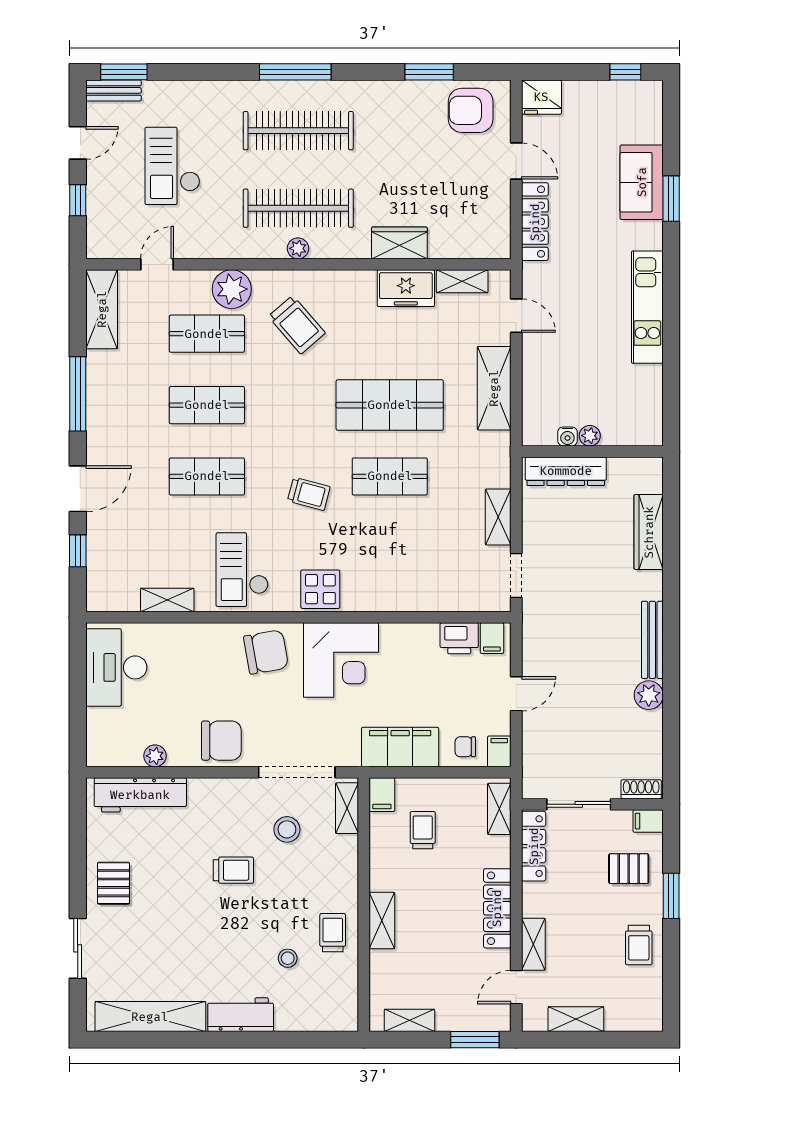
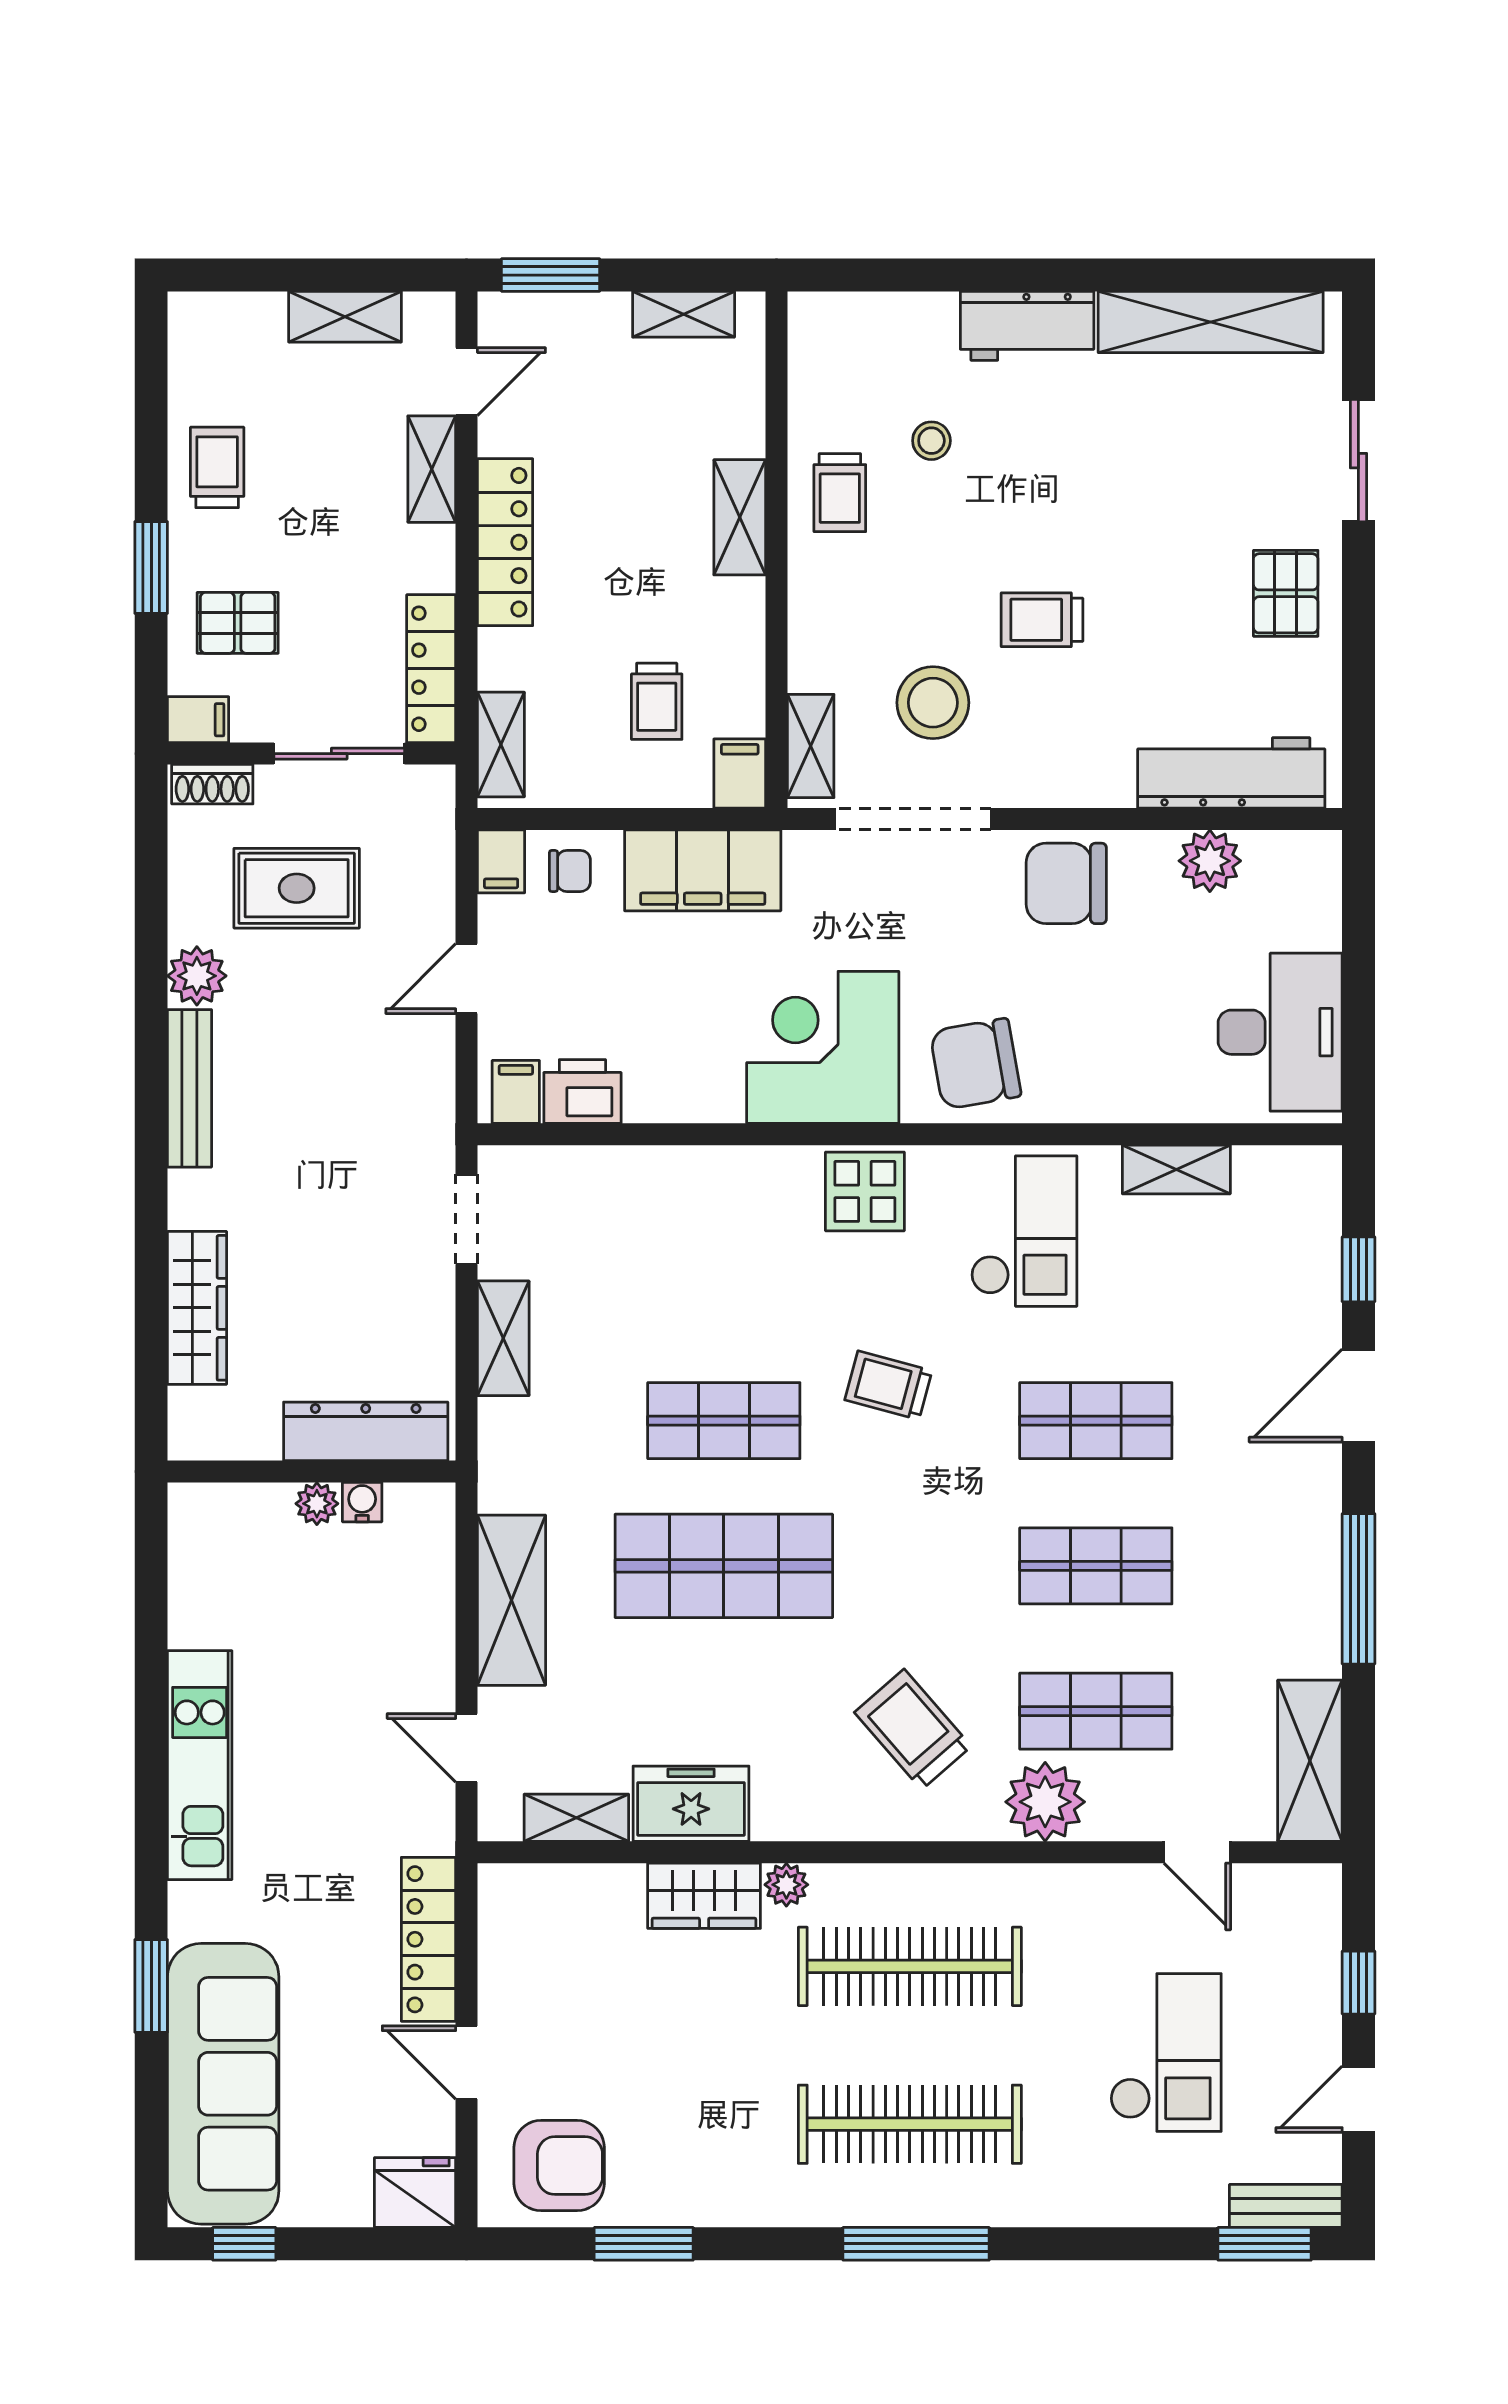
sofa: (642, 182) -> (223, 2084), width x1.85, depth x1.27
plant: (298, 248) -> (786, 1885), moved
door: (157, 264) -> (1197, 1852), hinge flipped
rug: (600, 738) -> (297, 888), added
plant: (155, 756) -> (1210, 861), width x1.38, depth x1.38
stool: (287, 829) -> (933, 703), width x1.38, depth x1.38

